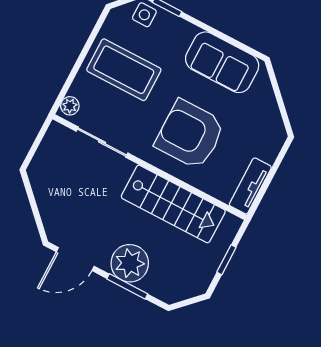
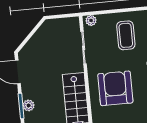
coffee table: (124, 70) -> (126, 35), width x0.73, depth x0.76
plant: (130, 263) -> (29, 105), width x0.53, depth x0.53

